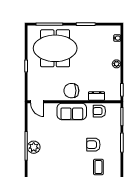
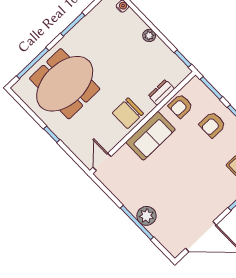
door: (37, 102) -> (102, 162), swing flipped
armchair: (93, 145) -> (212, 125), moved

